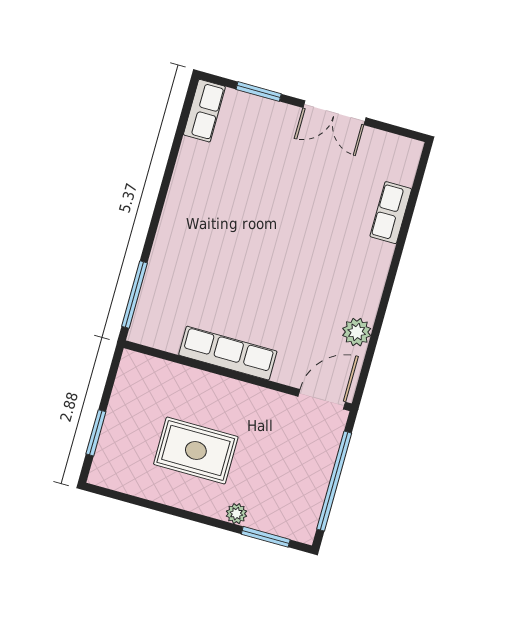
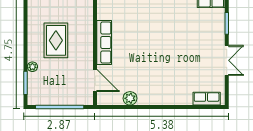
double door: (334, 113) -> (227, 60), swing flipped
row of seats: (391, 213) -> (207, 99), moved
door: (322, 399) -> (95, 80), moved

